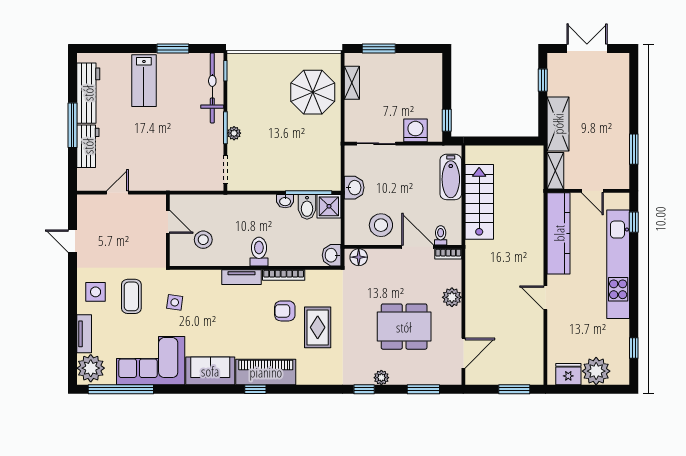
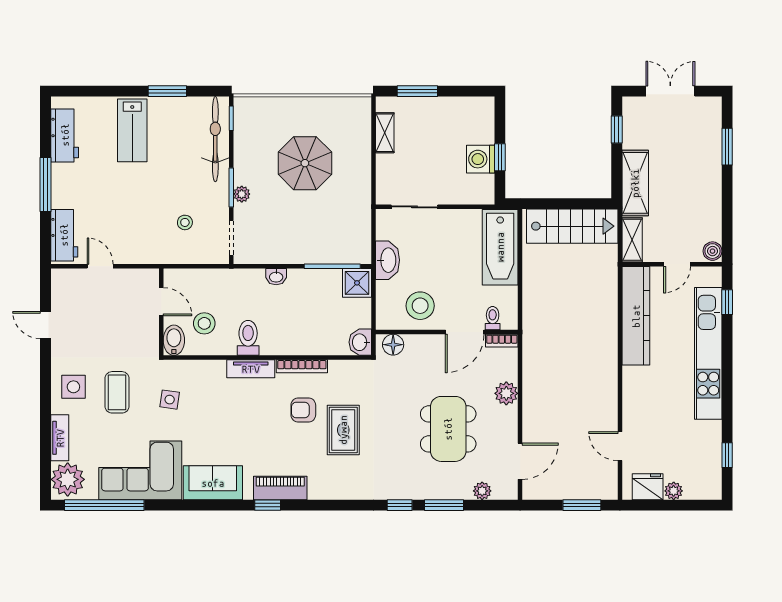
parasol: (313, 92) -> (305, 163), moved
workbench: (88, 93) -> (65, 135), width x0.73
window: (447, 120) -> (500, 157), moved
washing machine: (415, 130) -> (481, 159), moved, turned -90
workbench: (88, 146) -> (64, 235), moved
window: (634, 149) -> (727, 147), moved
stool: (187, 157) -> (185, 222), added
bathtub: (451, 177) -> (500, 247), width x1.36, depth x1.36
boiler: (622, 180) -> (713, 251), added
washbasin: (354, 188) -> (388, 260), width x1.38
door: (592, 191) -> (677, 264), hinge flipped
door: (117, 193) -> (100, 266), hinge flipped
washbasin: (285, 201) -> (276, 277), moved
stairs: (479, 202) -> (572, 226), moved, turned 90
bidet: (307, 207) -> (174, 340), moved, turned 180
door: (418, 247) -> (465, 332), swing flipped
toilet: (259, 252) -> (248, 338), moved
door: (545, 298) -> (620, 446), moved
dining table: (404, 327) -> (448, 429), turned 90
plant: (596, 371) -> (674, 491), width x0.53, depth x0.53
piano: (266, 372) -> (280, 488), width x0.73, depth x0.75
plant: (381, 378) -> (482, 491), moved
window: (423, 389) -> (444, 505), moved

